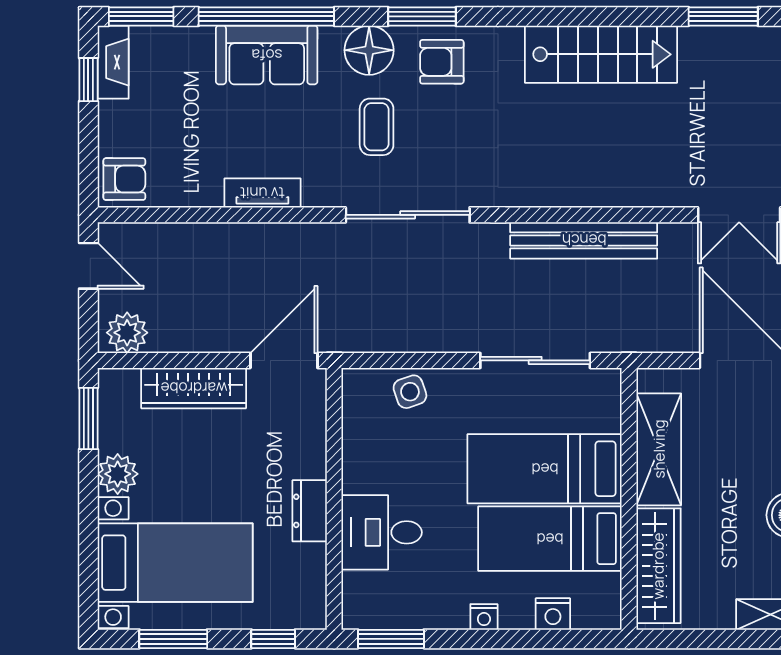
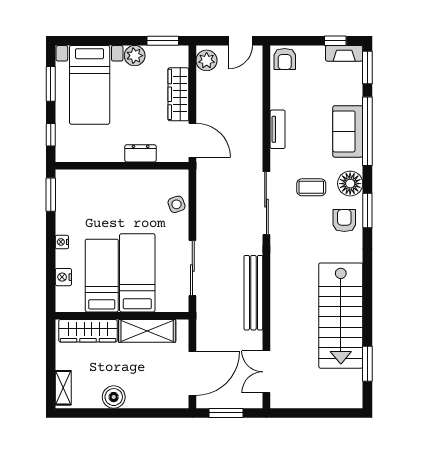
stairs: (601, 54) -> (341, 316), width x1.36, depth x1.51
dresser: (310, 511) -> (141, 153), moved
desk: (382, 532) -> (105, 190), removed

